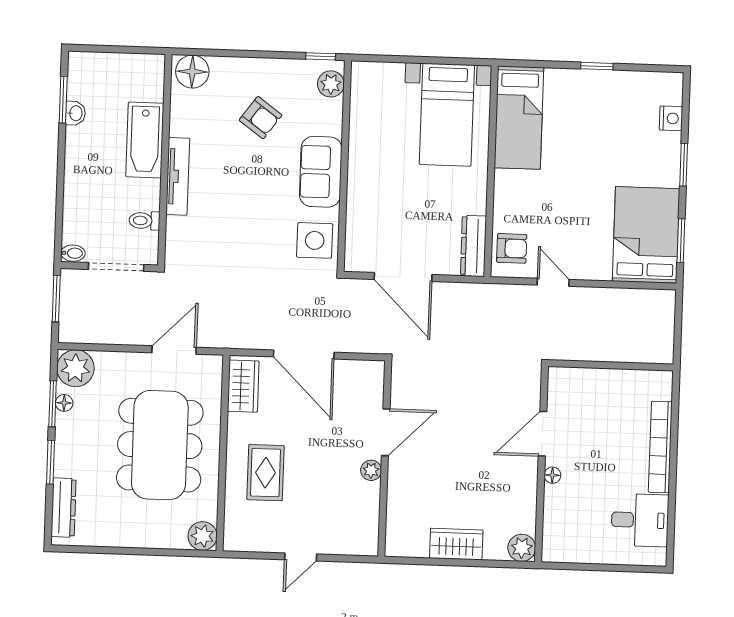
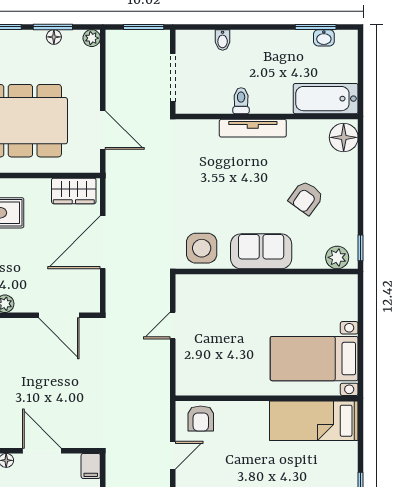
washbasin: (75, 113) -> (324, 38), moved
bathtub: (145, 140) -> (326, 99), moved
toilet: (144, 221) -> (241, 101), moved
dresser: (473, 246) -> (202, 385), removed
bidet: (73, 253) -> (223, 40), moved
door: (403, 277) -> (173, 326), width x0.53
plant: (75, 368) -> (92, 38), width x0.53, depth x0.53
filing cabinet: (562, 378) -> (91, 466), added
door: (386, 432) -> (59, 315), moved

